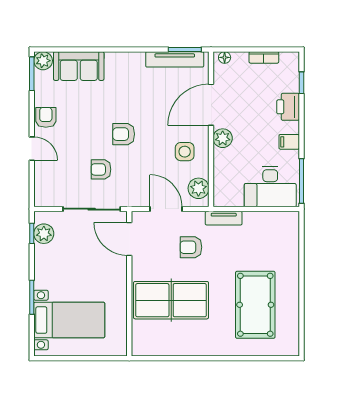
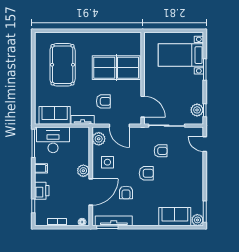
armchair: (46, 117) -> (126, 193), moved
door: (32, 149) -> (205, 144), moved
sofa: (268, 225) -> (55, 115), added

